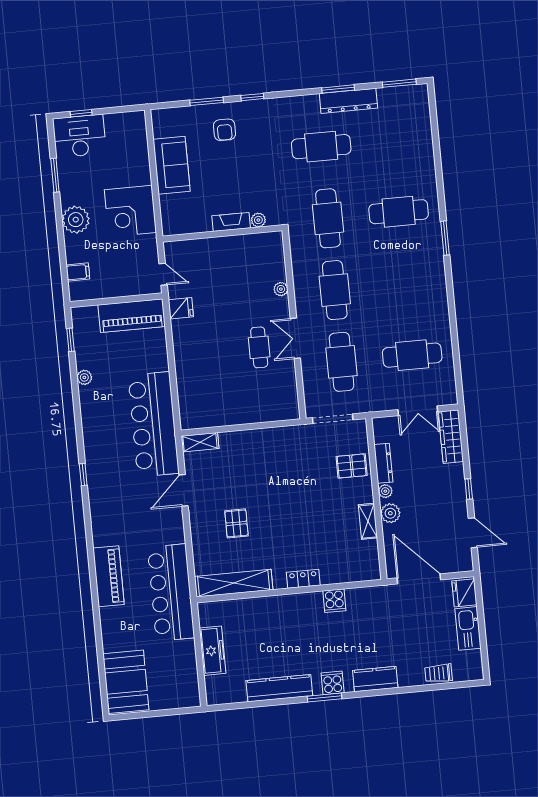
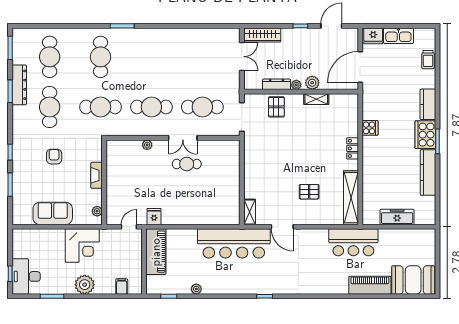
armchair: (224, 130) -> (54, 157), moved, turned -90
plant: (258, 220) -> (97, 211), moved
cafe table: (412, 355) -> (50, 57), moved
piano: (109, 576) -> (370, 285), moved
bar counter: (171, 593) -> (353, 242), width x0.73
cooker: (333, 683) -> (425, 135), width x1.87, depth x1.31

